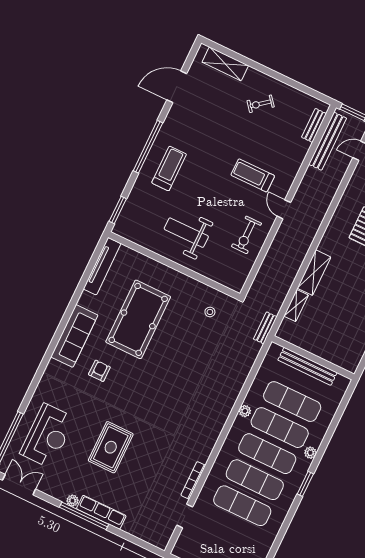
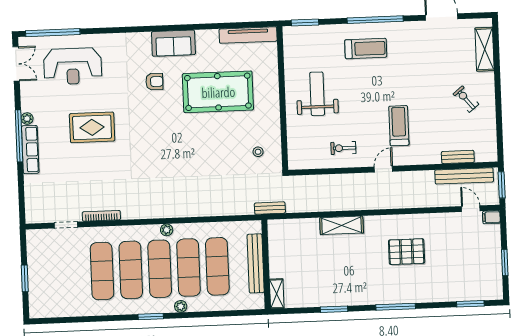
bench: (314, 125) -> (458, 157), moved
exercise bike: (246, 235) -> (343, 148), width x0.73, depth x0.72
shelving: (296, 306) -> (277, 294), moved, turned 90
sofa: (74, 336) -> (173, 43), width x0.73
plant: (245, 411) -> (167, 230), moved

